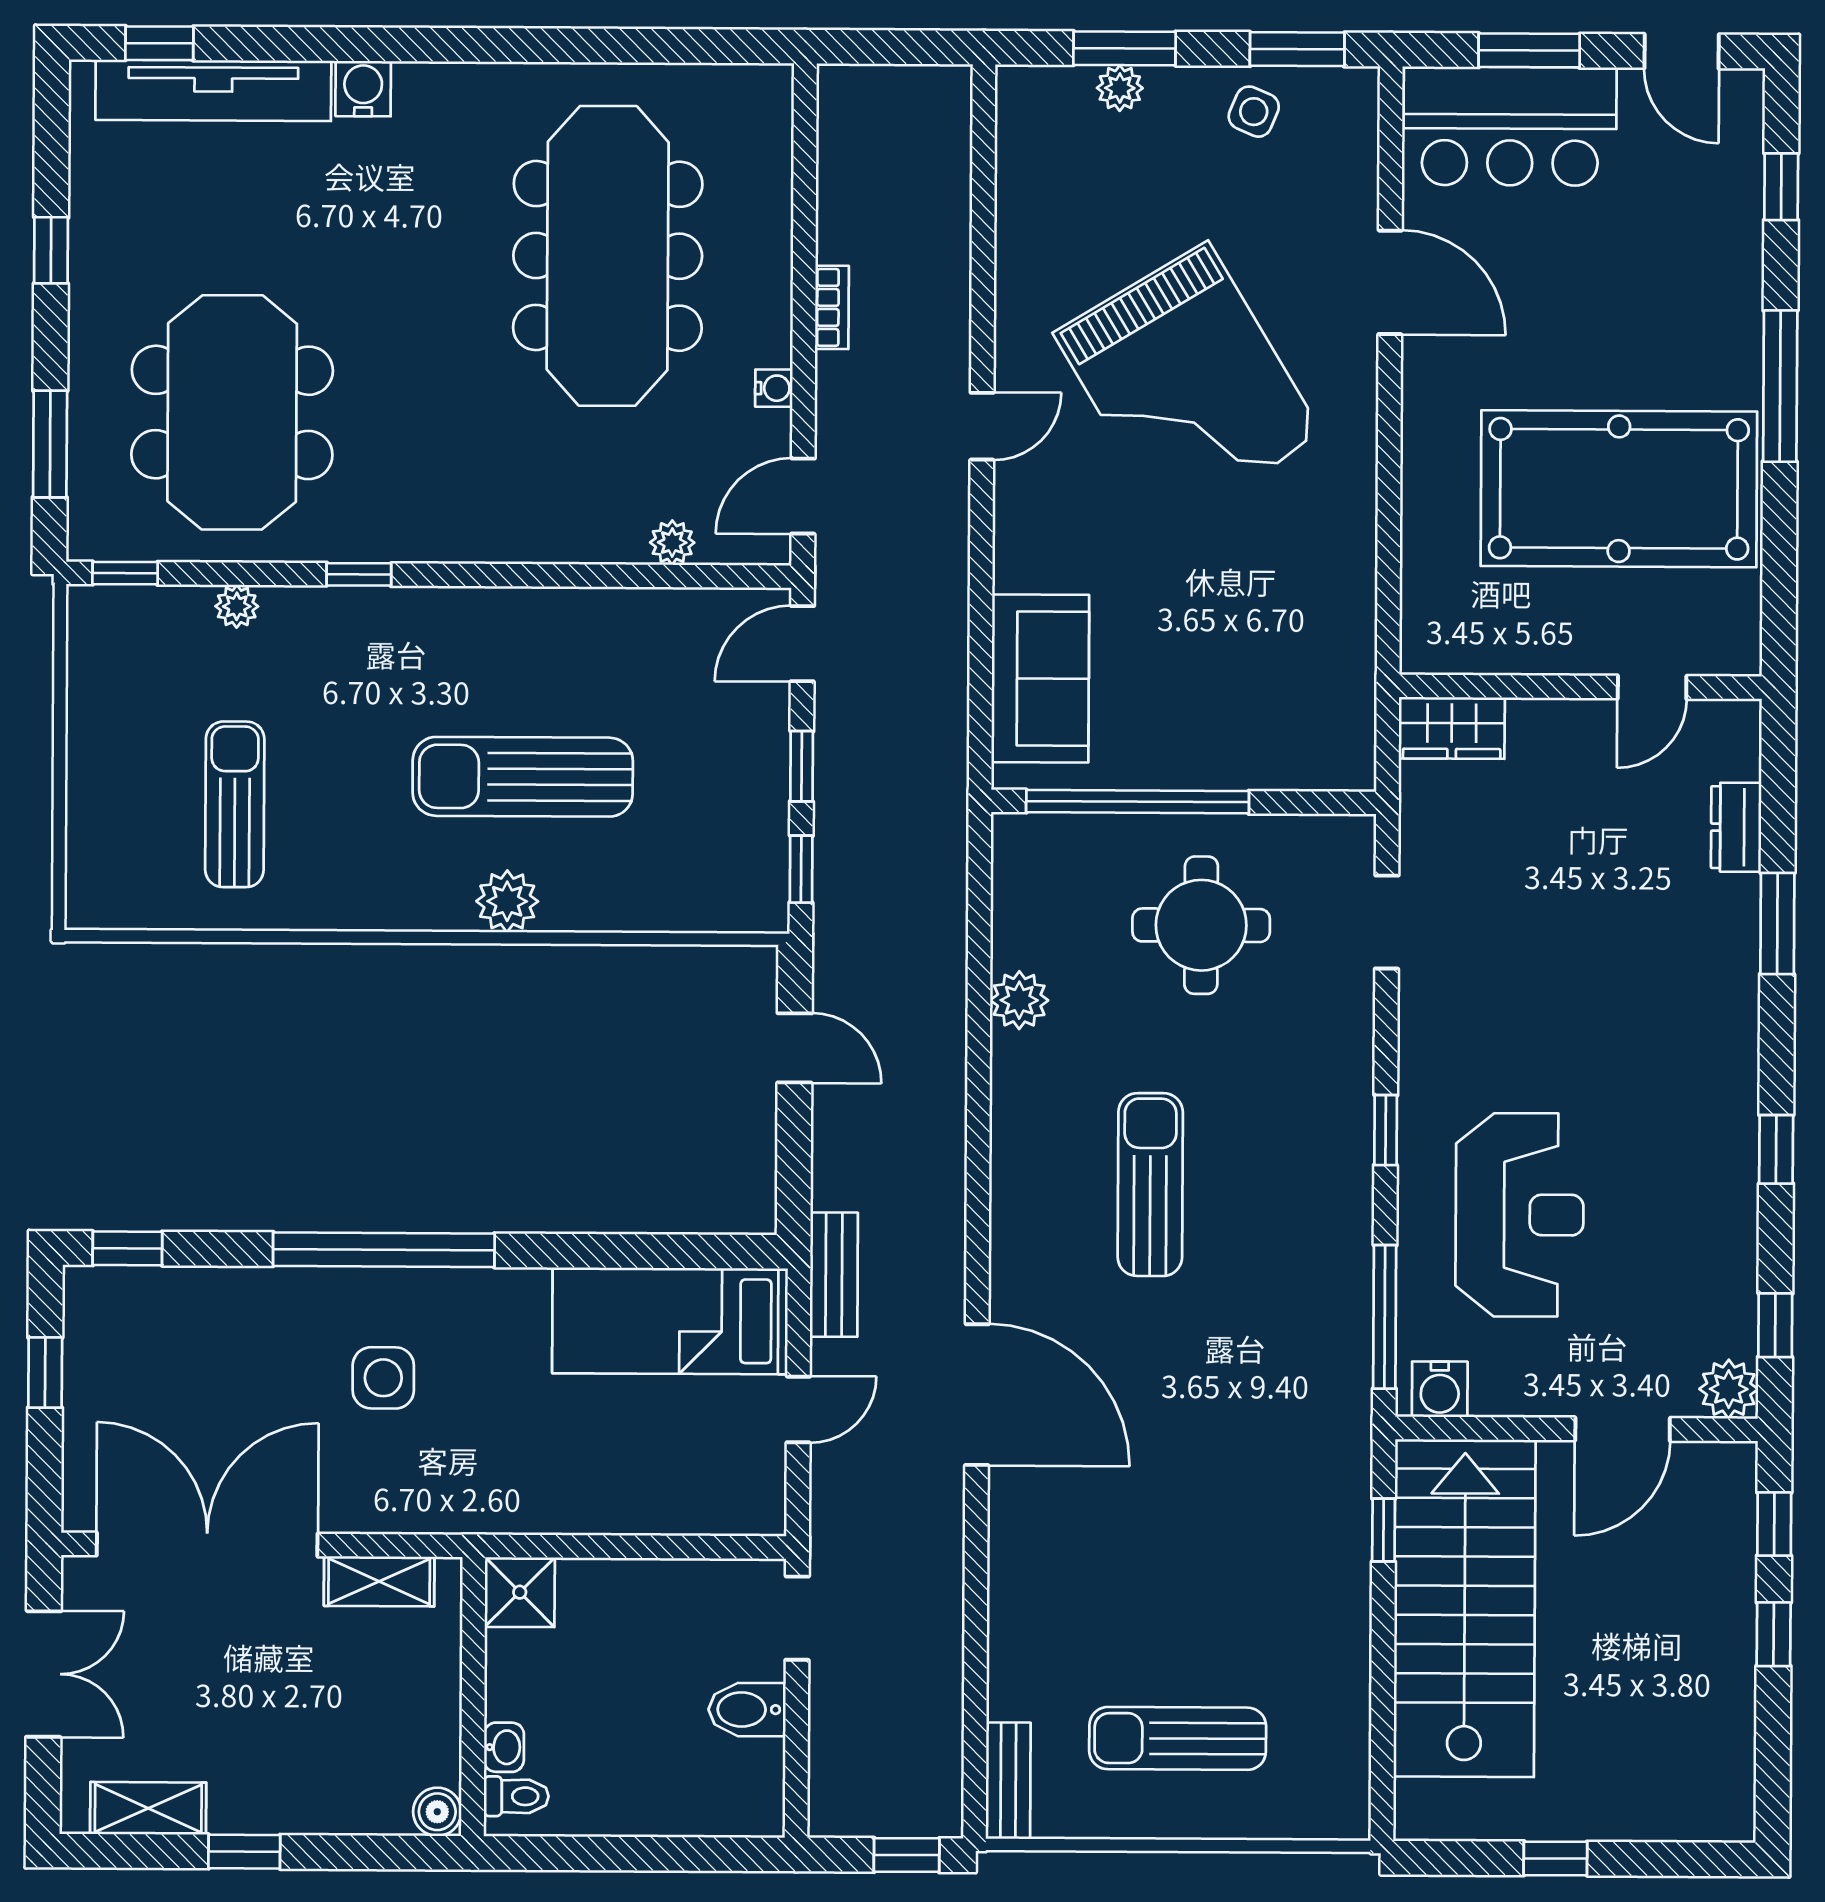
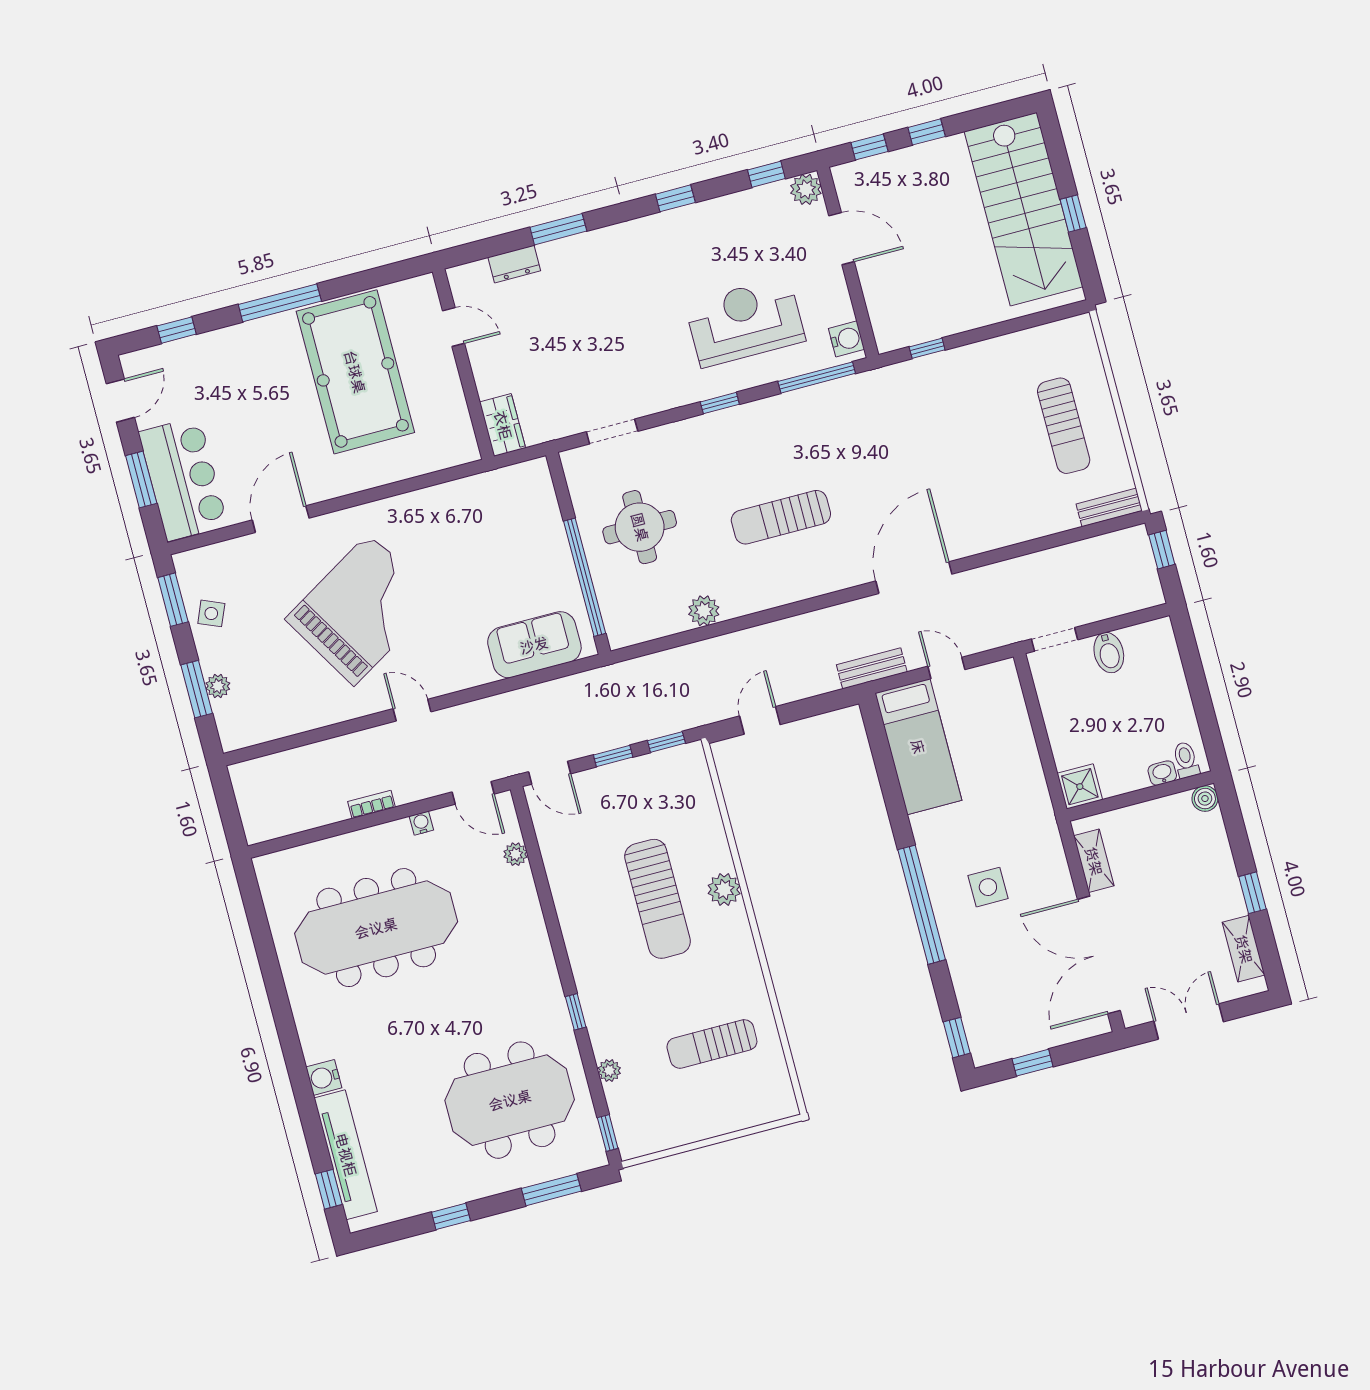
stairs: (1465, 1608) -> (1024, 209), moved, turned -90

